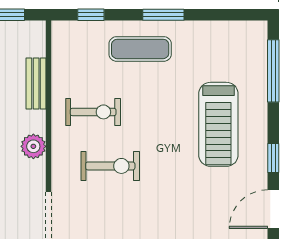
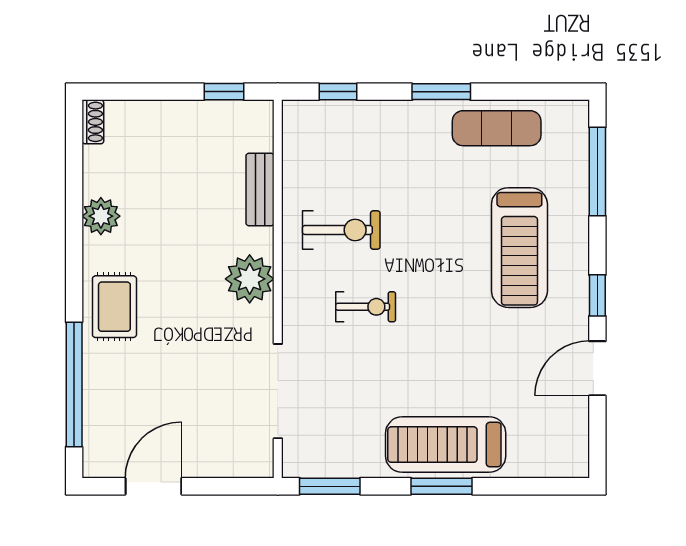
exercise mat: (140, 49) -> (497, 128), moved
plant: (33, 146) -> (250, 279), width x1.36, depth x1.36
exercise bike: (110, 166) -> (366, 307), width x0.73, depth x0.72

